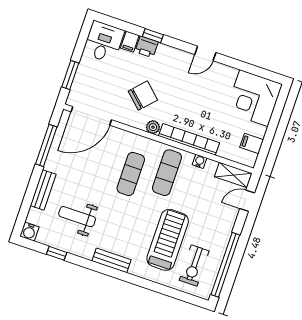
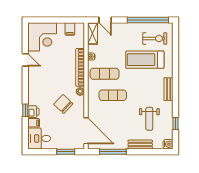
door: (205, 53) -> (25, 60), moved

